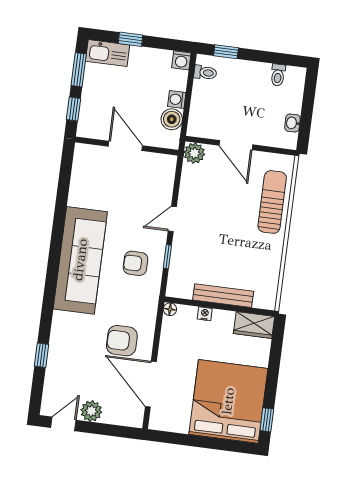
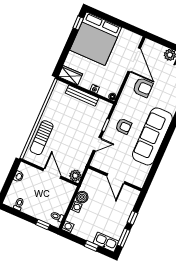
door: (125, 146) -> (116, 179), moved
wall: (127, 146) -> (115, 178), moved

